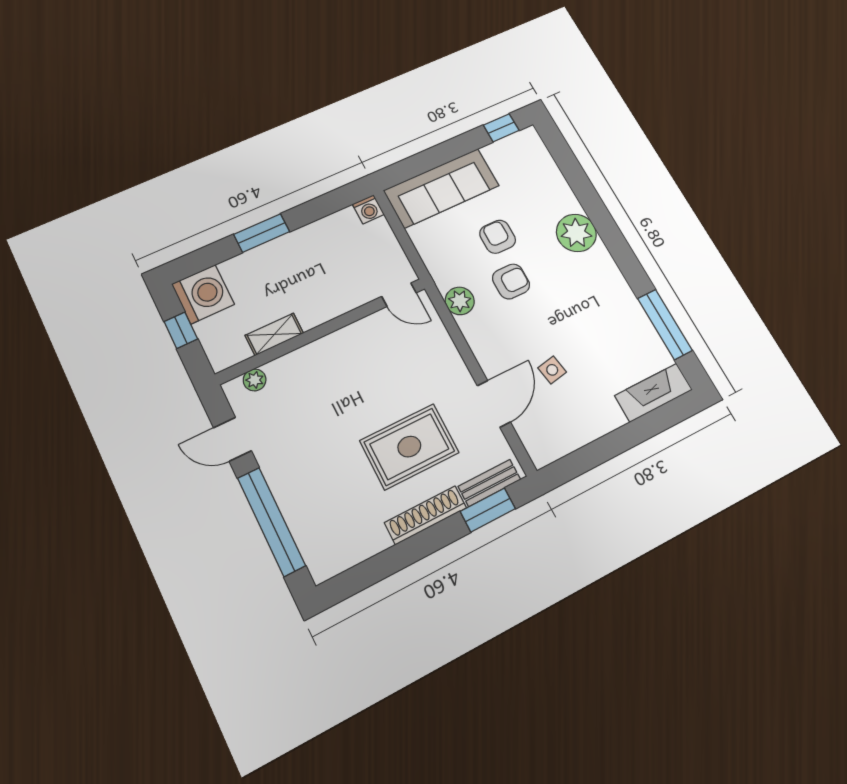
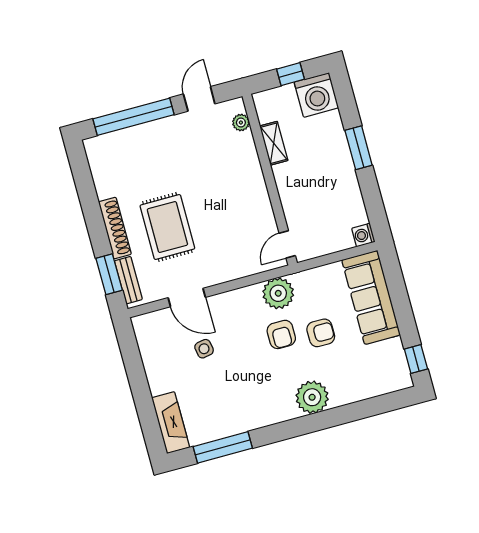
plant: (460, 301) -> (278, 293), width x1.36, depth x1.36

